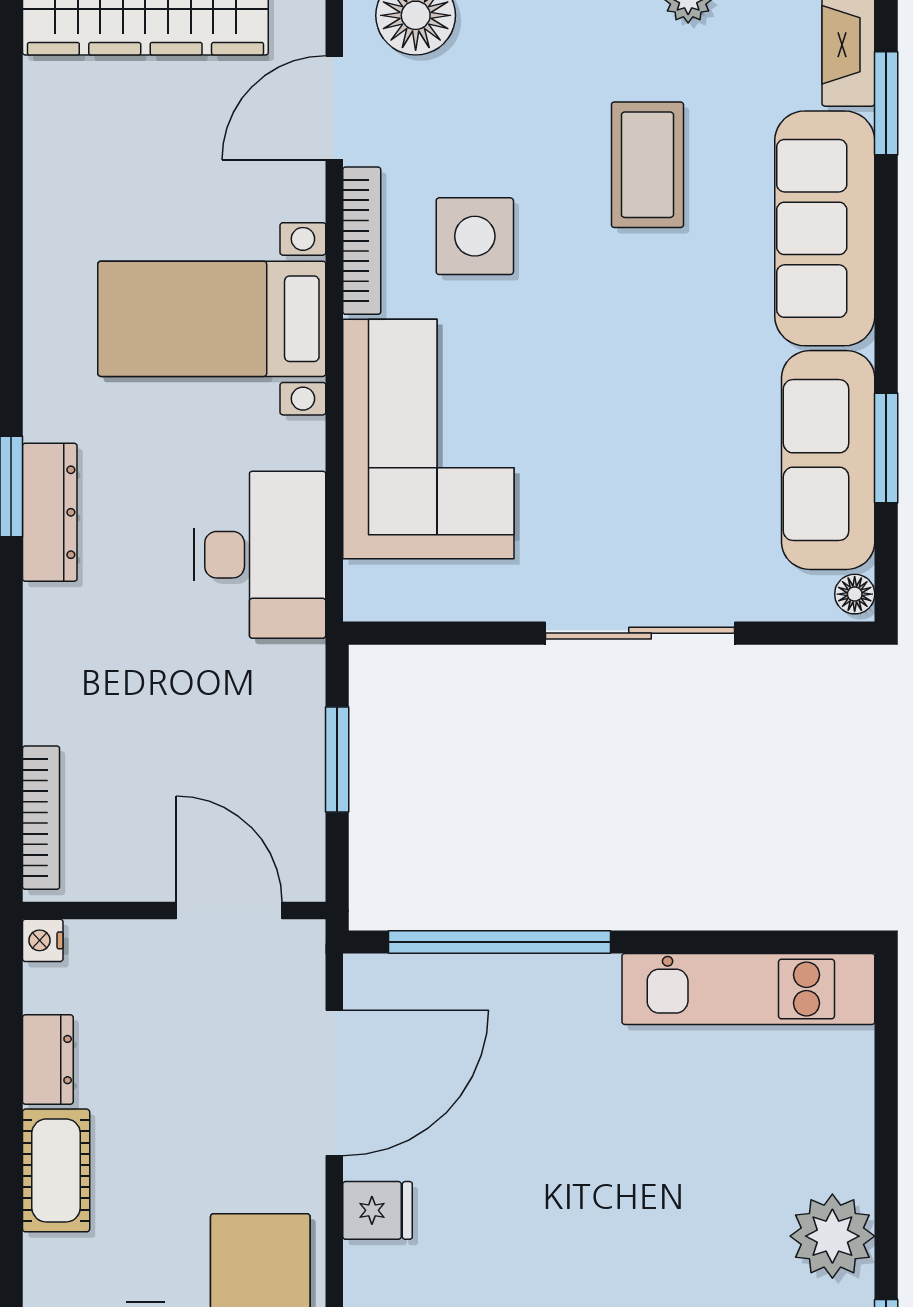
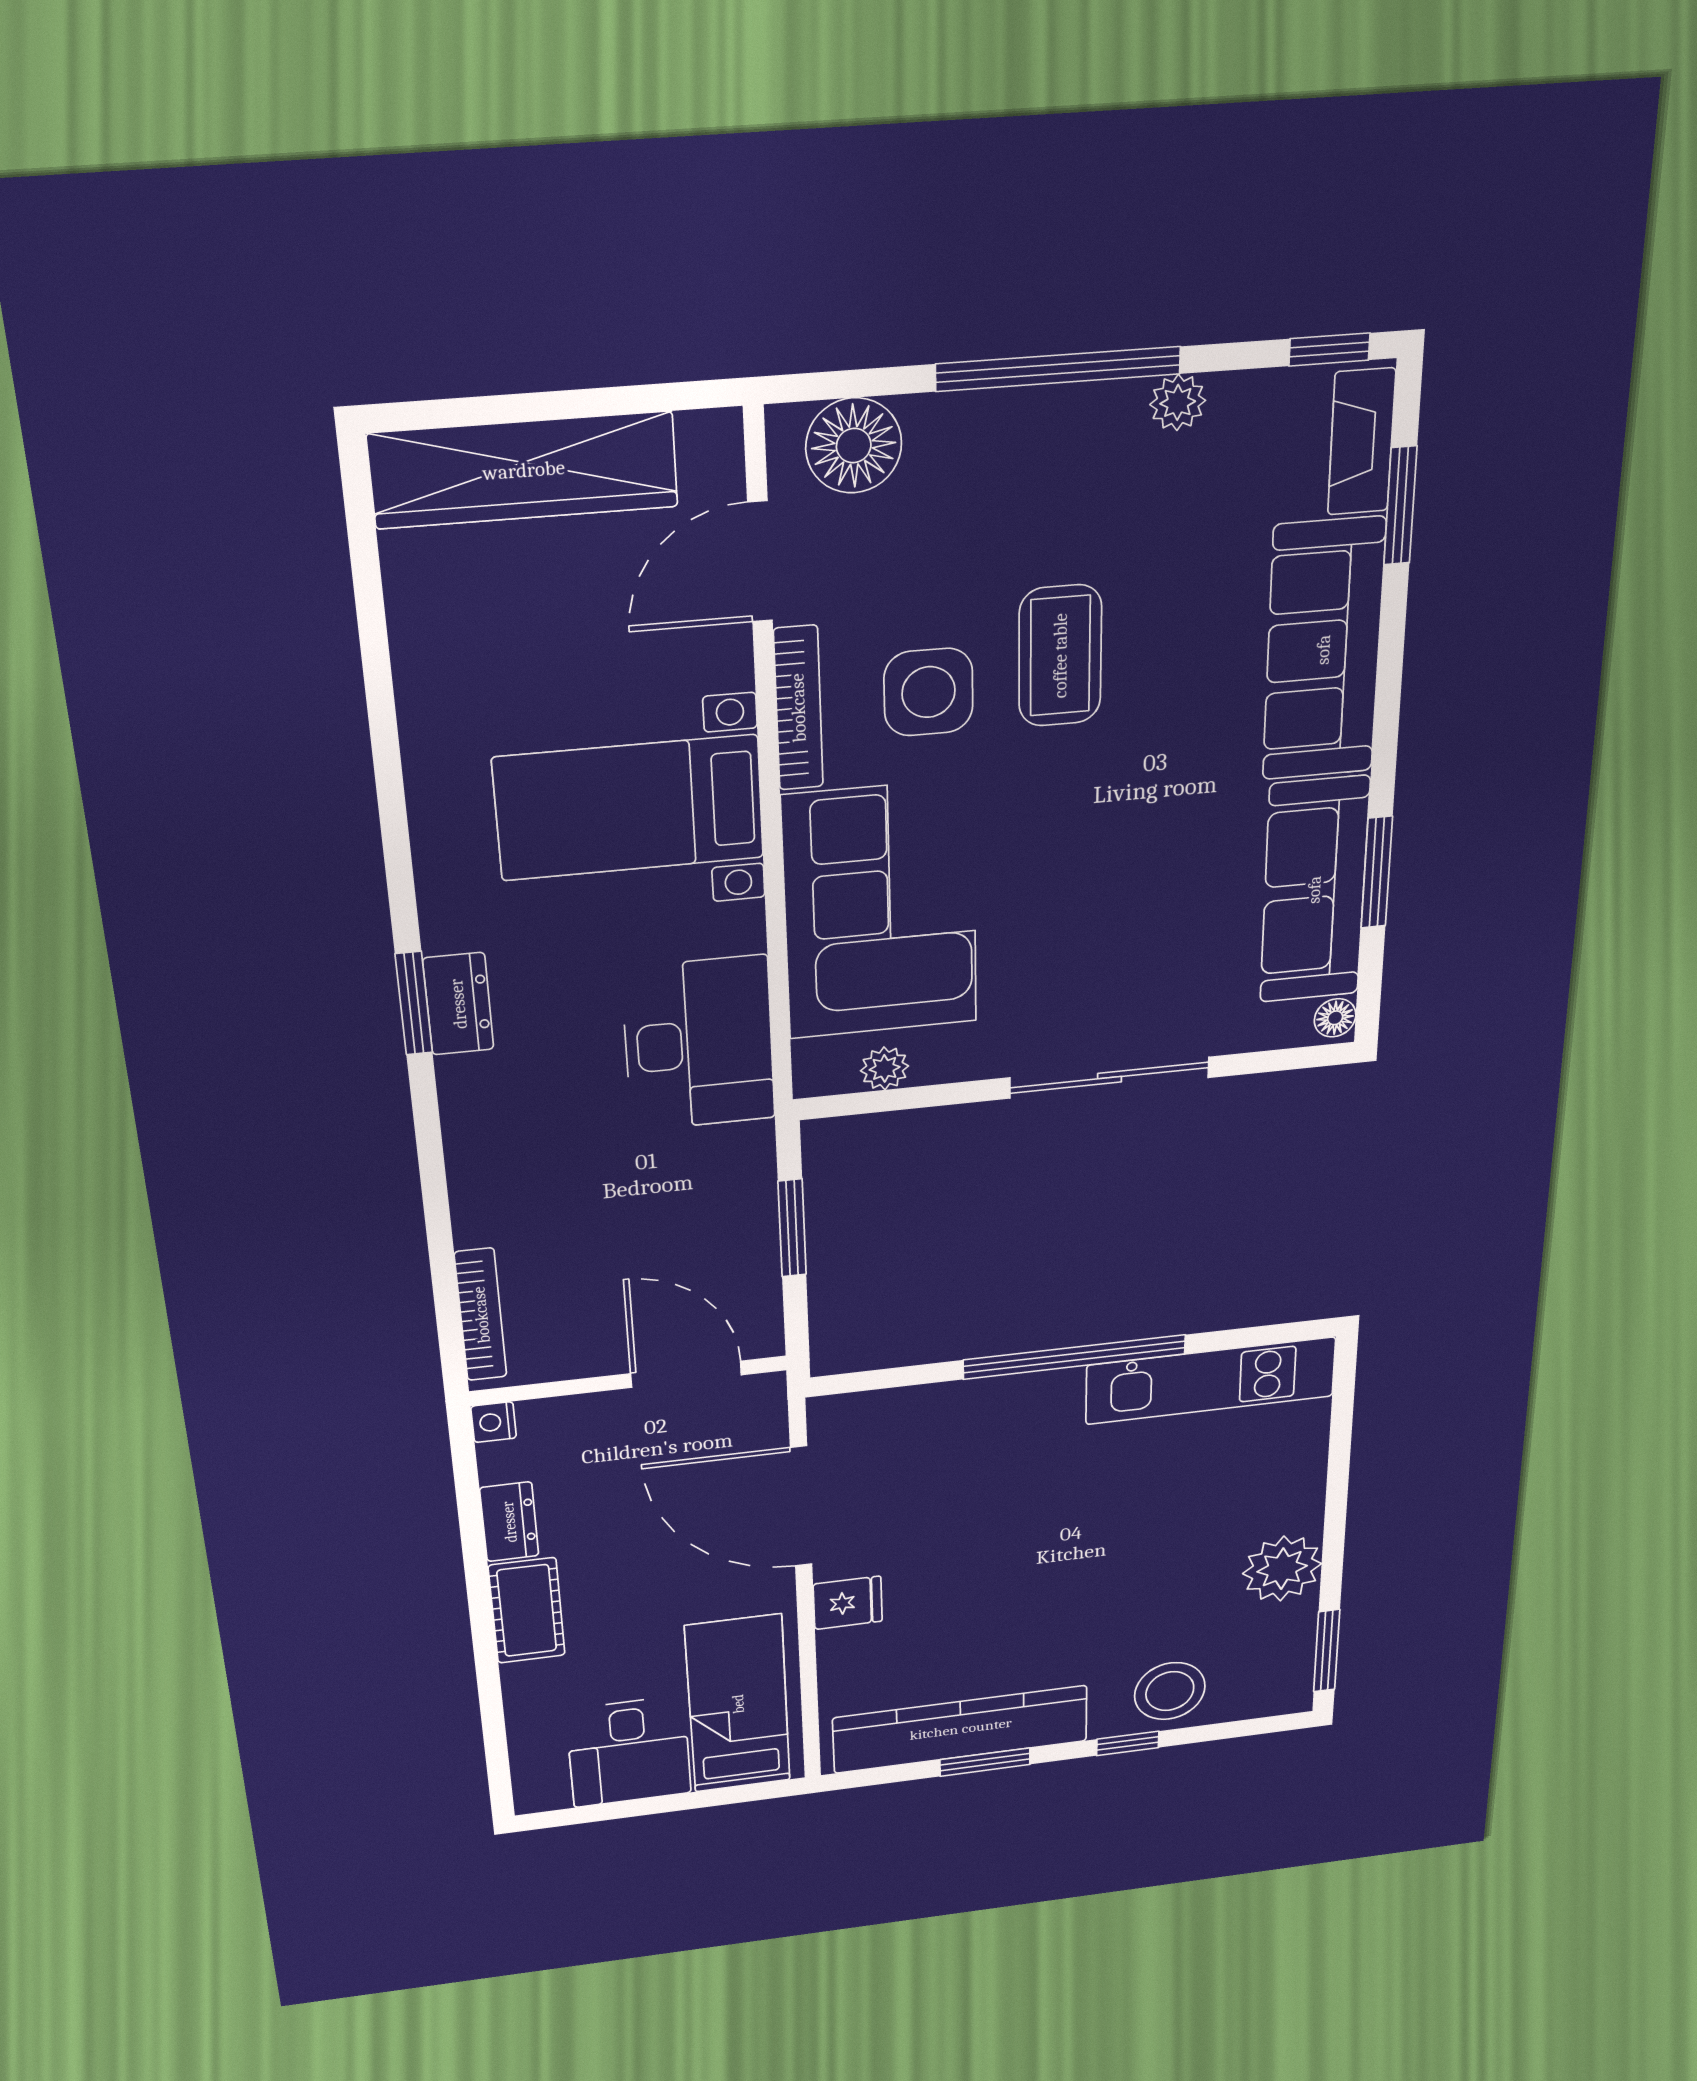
coffee table: (647, 165) -> (1060, 656), moved
dresser: (50, 512) -> (458, 1004), width x0.70
plant: (429, 599) -> (885, 1068), added
window: (499, 942) -> (1075, 1357), moved
door: (334, 1083) -> (801, 1506), swing flipped

